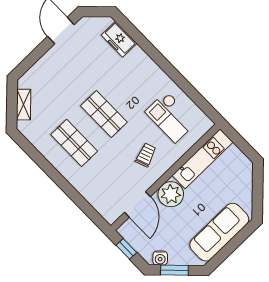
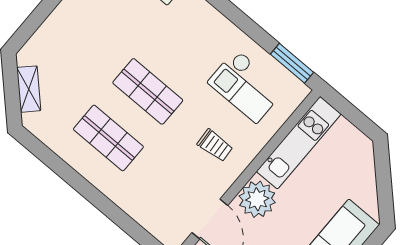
window: (203, 105) -> (292, 63), added
trolley: (146, 155) -> (215, 145), turned 106

